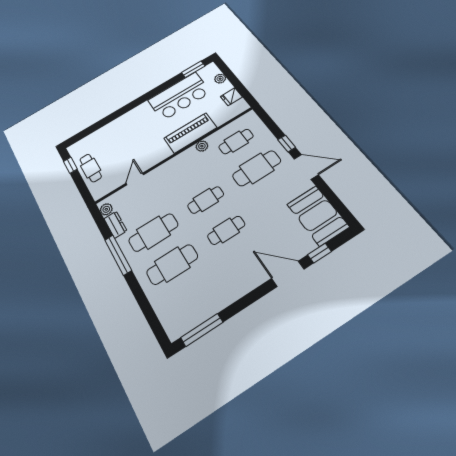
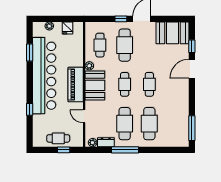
window: (193, 69) -> (30, 52), moved
bar counter: (179, 96) -> (44, 76), width x1.86
window: (109, 119) -> (30, 109), added
piano: (190, 133) -> (76, 84), moved
window: (70, 165) -> (64, 150), moved
booth: (181, 167) -> (95, 85), added

